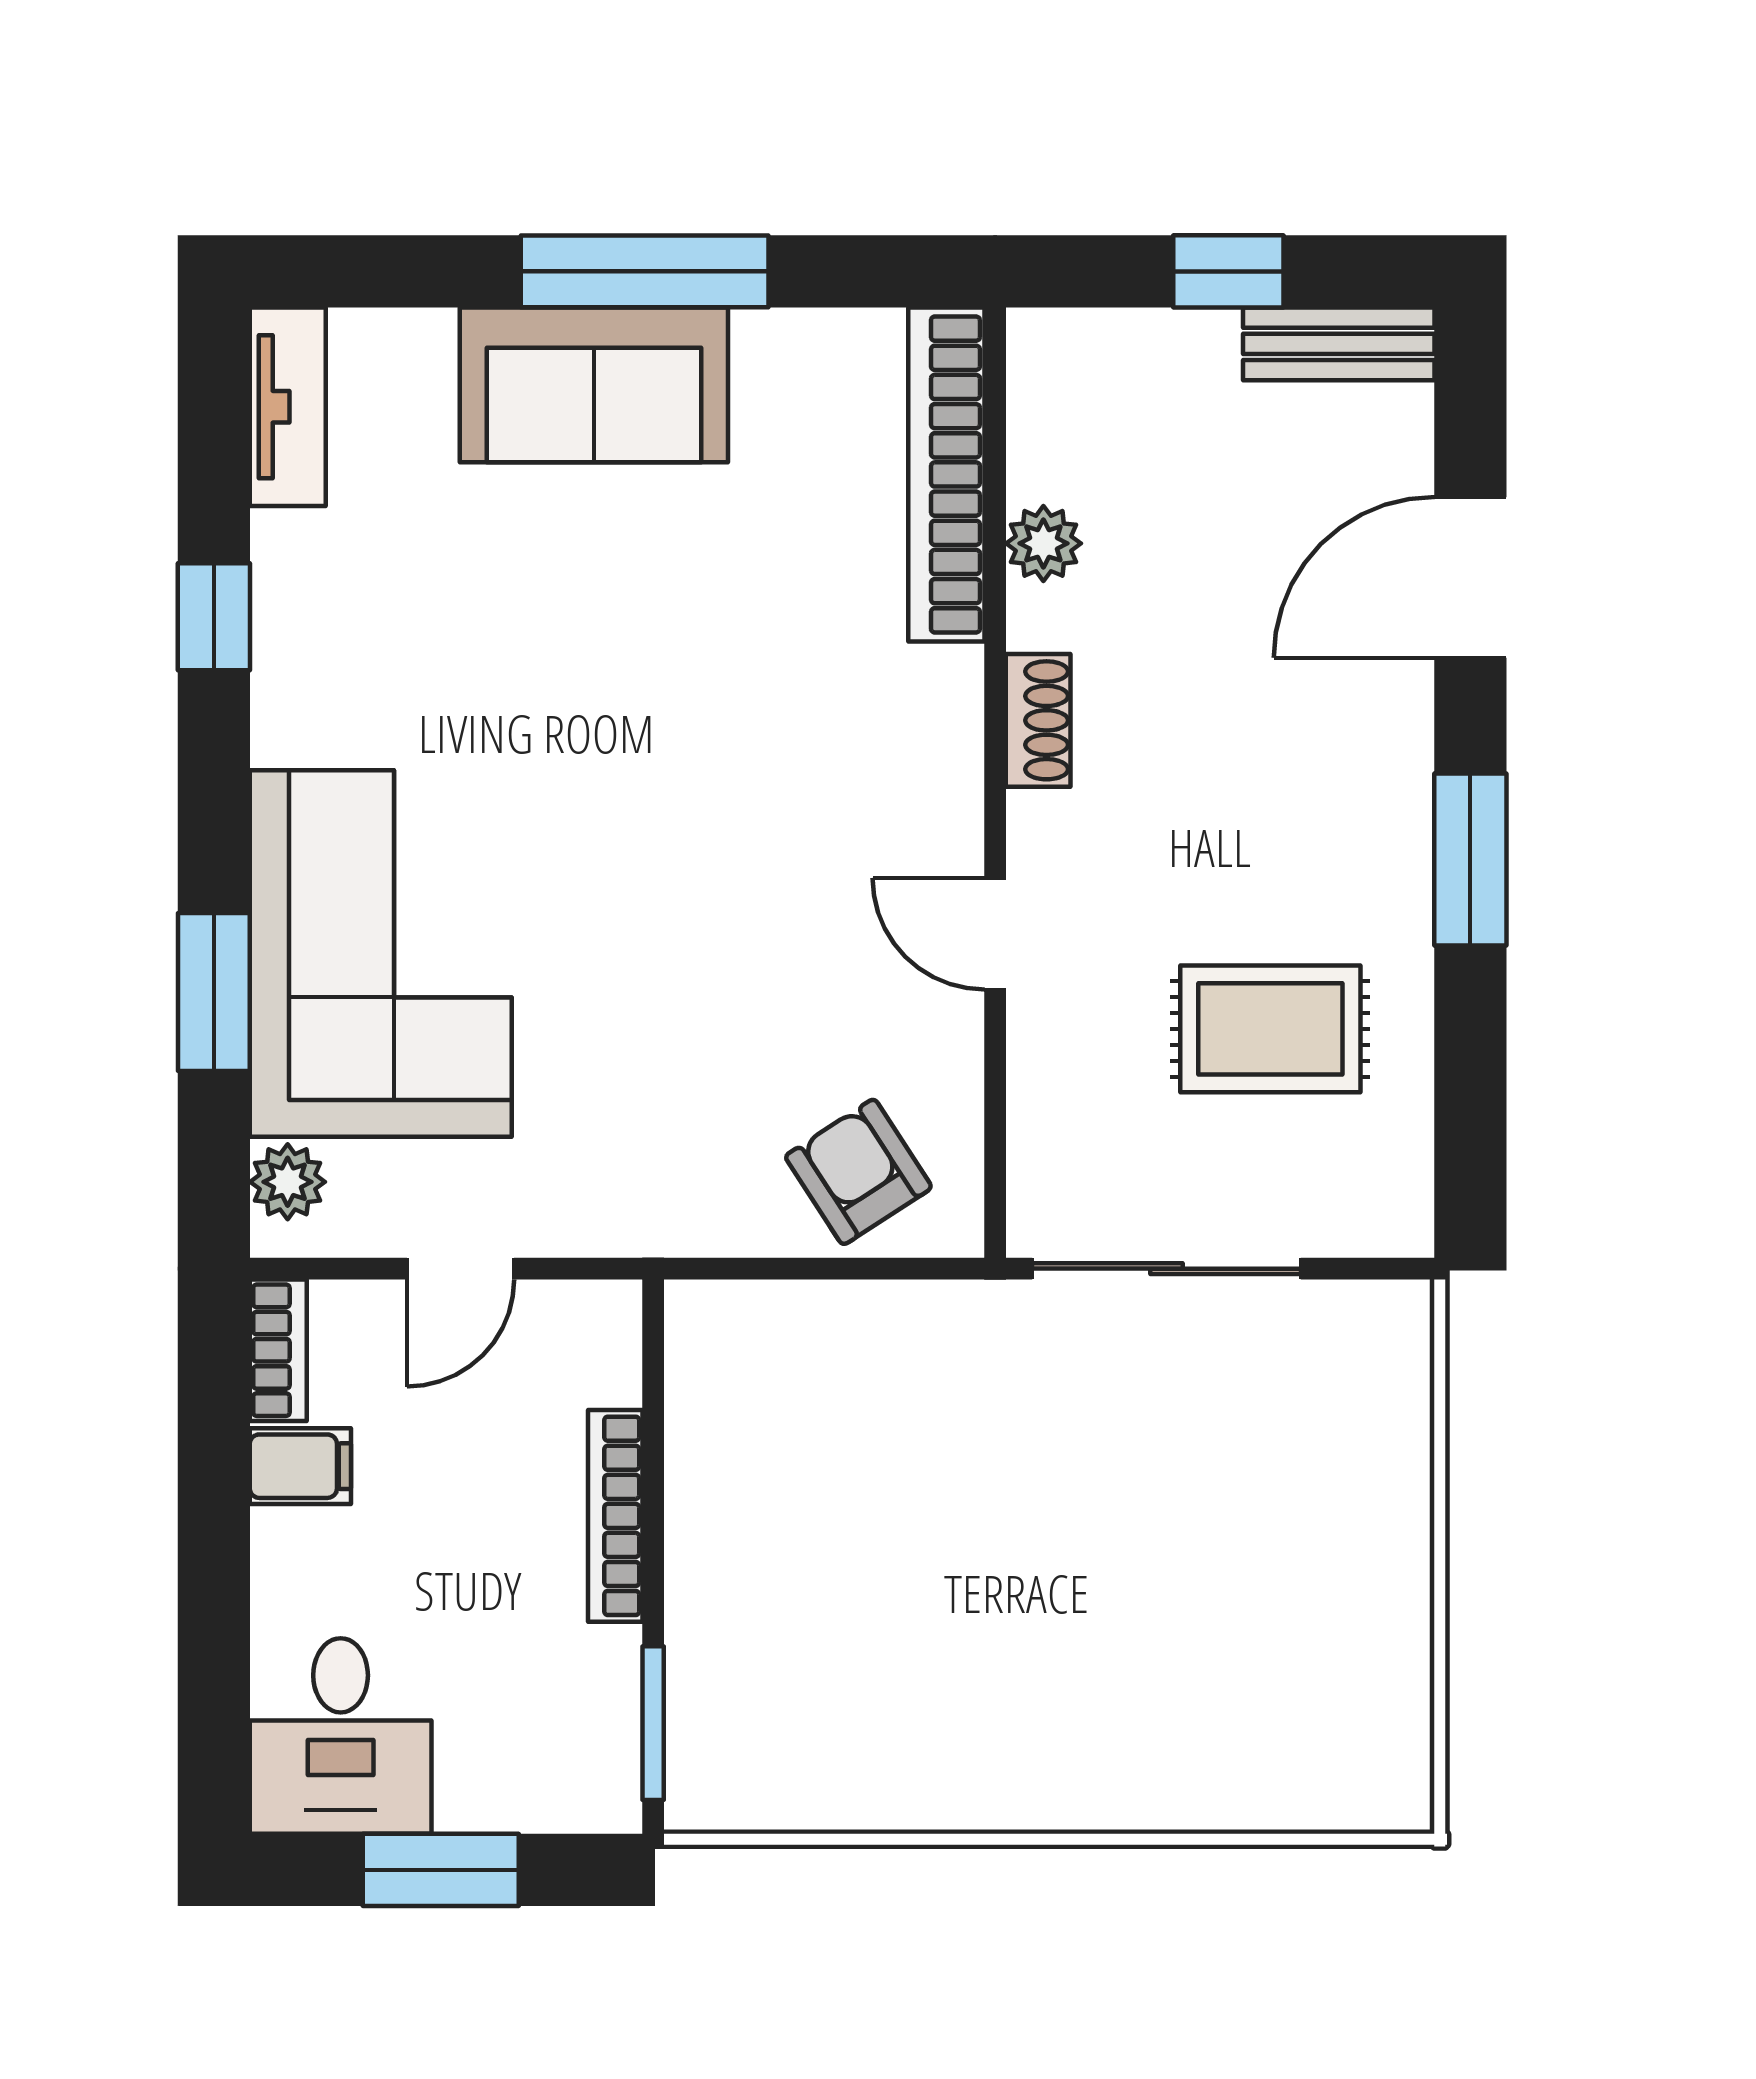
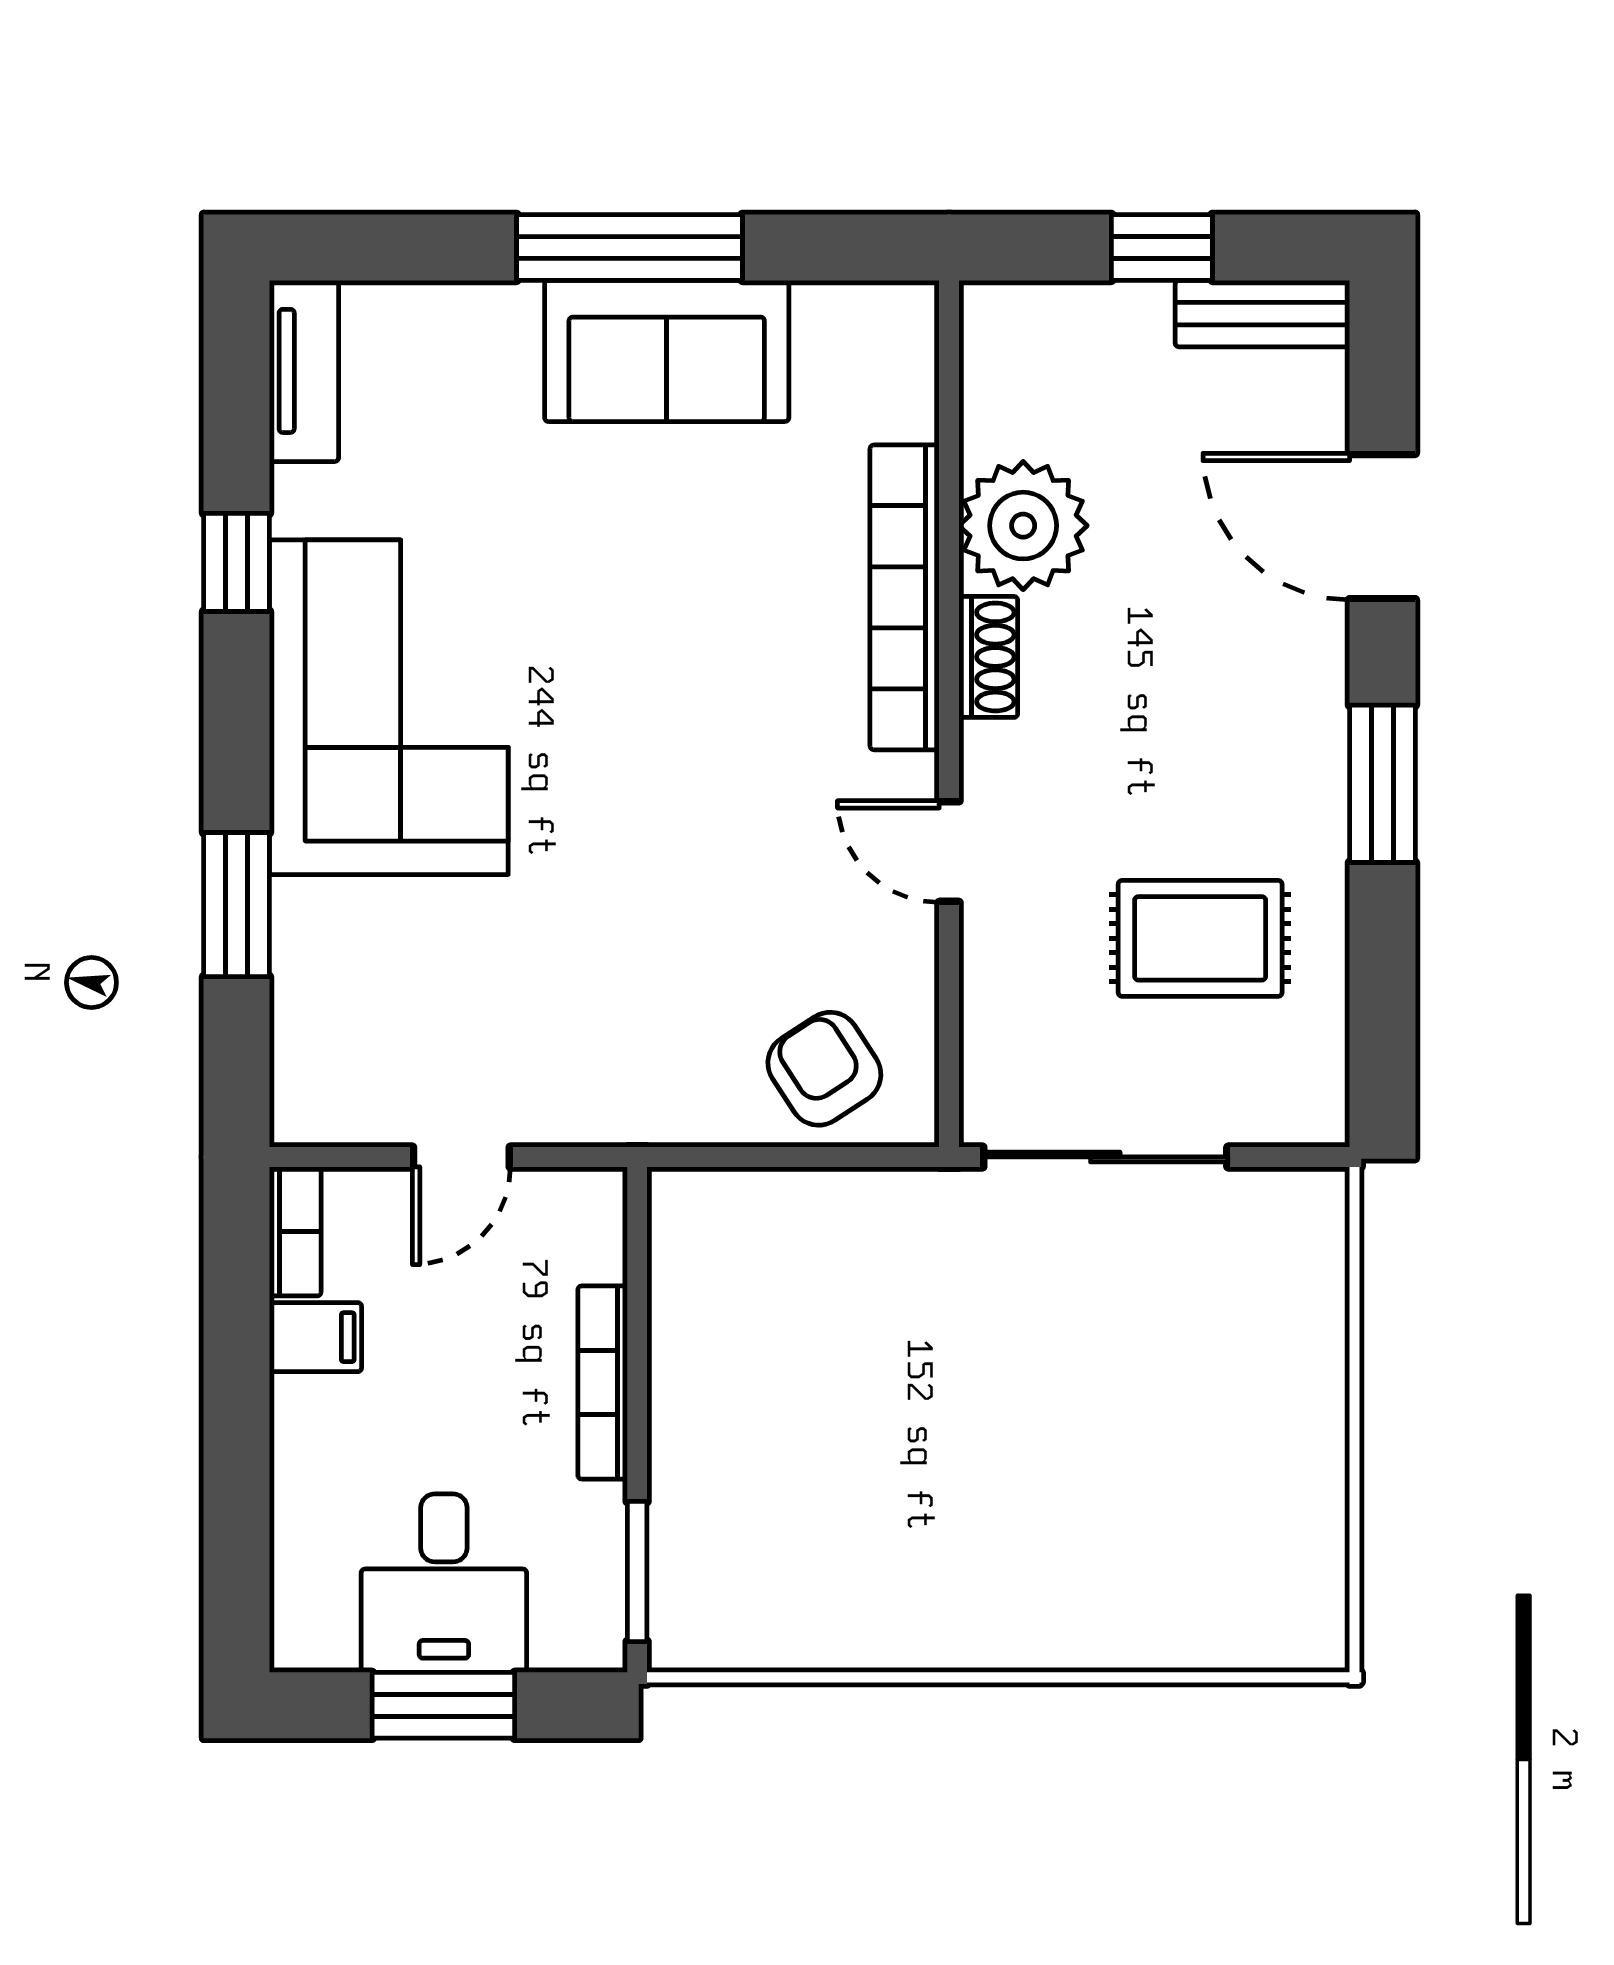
sofa: (594, 385) -> (667, 351), moved
bookcase: (946, 474) -> (905, 597), moved
plant: (1043, 543) -> (1023, 526), width x1.88, depth x1.88
door: (1470, 577) -> (1382, 527), hinge flipped
corner sofa: (381, 953) -> (389, 707), moved
plant: (288, 1182) -> (304, 1078), removed
desk: (341, 1736) -> (444, 1583), moved

